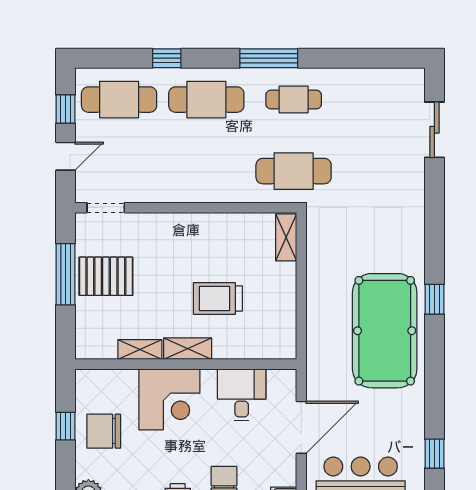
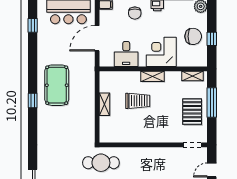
shelving: (286, 237) -> (105, 104), moved
window: (65, 274) -> (212, 103), moved
pallet: (106, 276) -> (192, 112), turned 90
pool table: (385, 331) -> (57, 85), width x0.73, depth x0.76
shelving: (140, 350) -> (192, 76), moved

